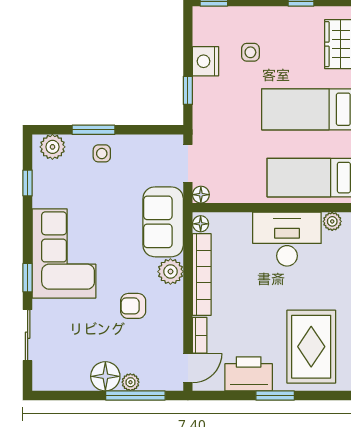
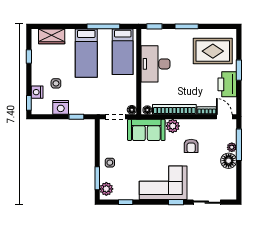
nightstand: (234, 17) -> (37, 92), added
window: (93, 130) -> (97, 178), moved
plant: (332, 221) -> (146, 40), removed

